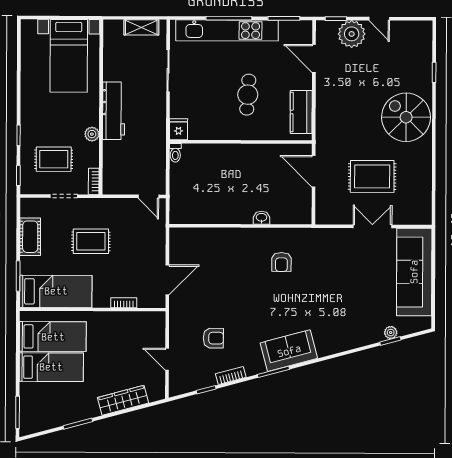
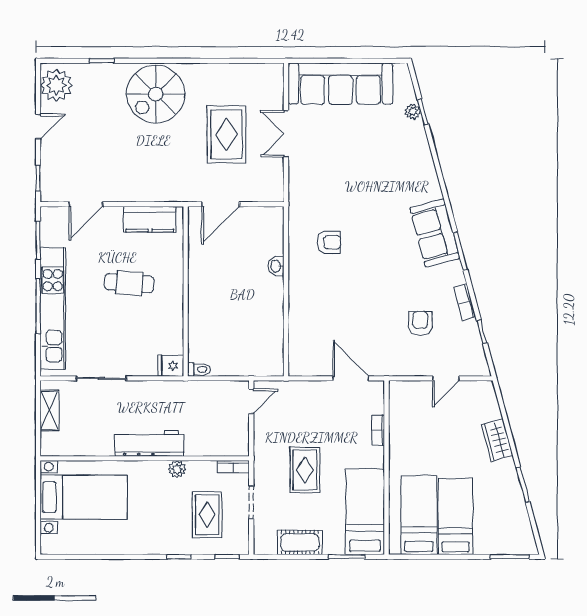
plant: (352, 34) -> (56, 85), moved
wardrobe: (123, 400) -> (497, 440), width x0.67

